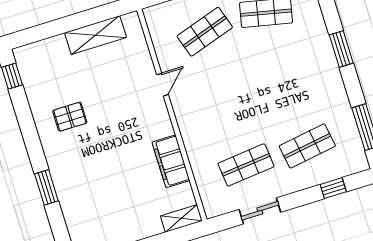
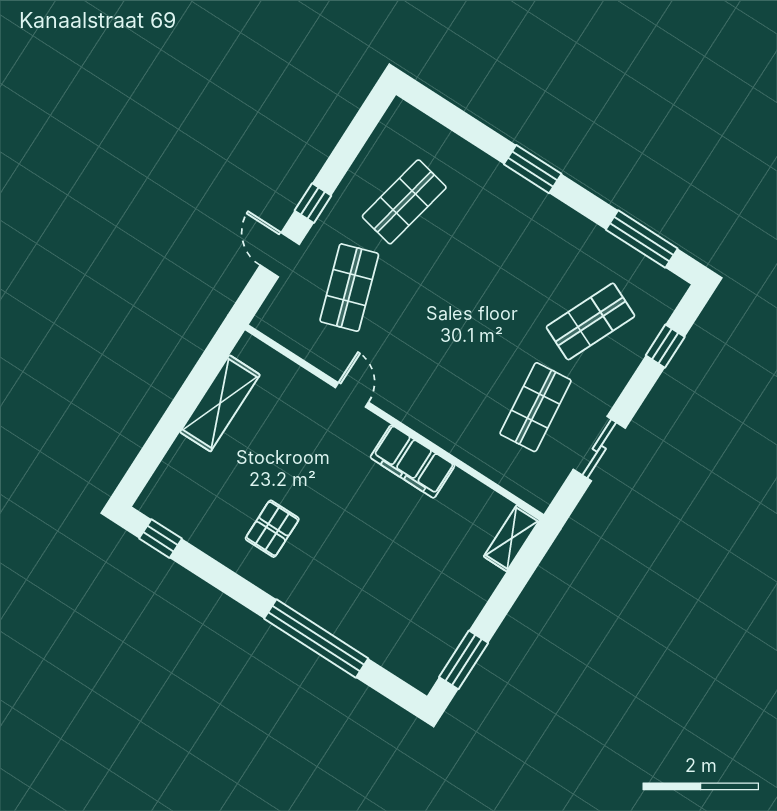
shop shelf: (307, 146) -> (591, 321), turned 33
filing cabinet: (171, 161) -> (413, 461), moved
window: (46, 187) -> (316, 638), width x2.11

